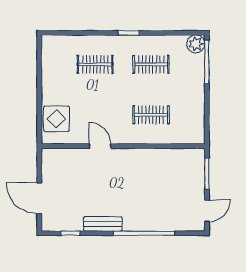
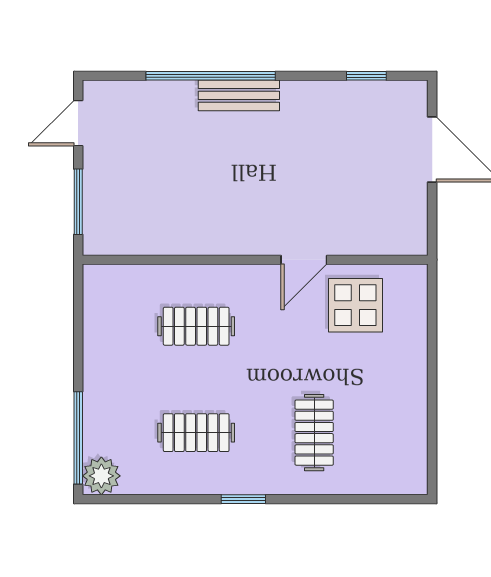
clothes rail: (95, 64) -> (314, 433), turned 90
display table: (57, 119) -> (355, 305), moved
door: (100, 146) -> (304, 260), hinge flipped
bench: (103, 224) -> (239, 95), moved

